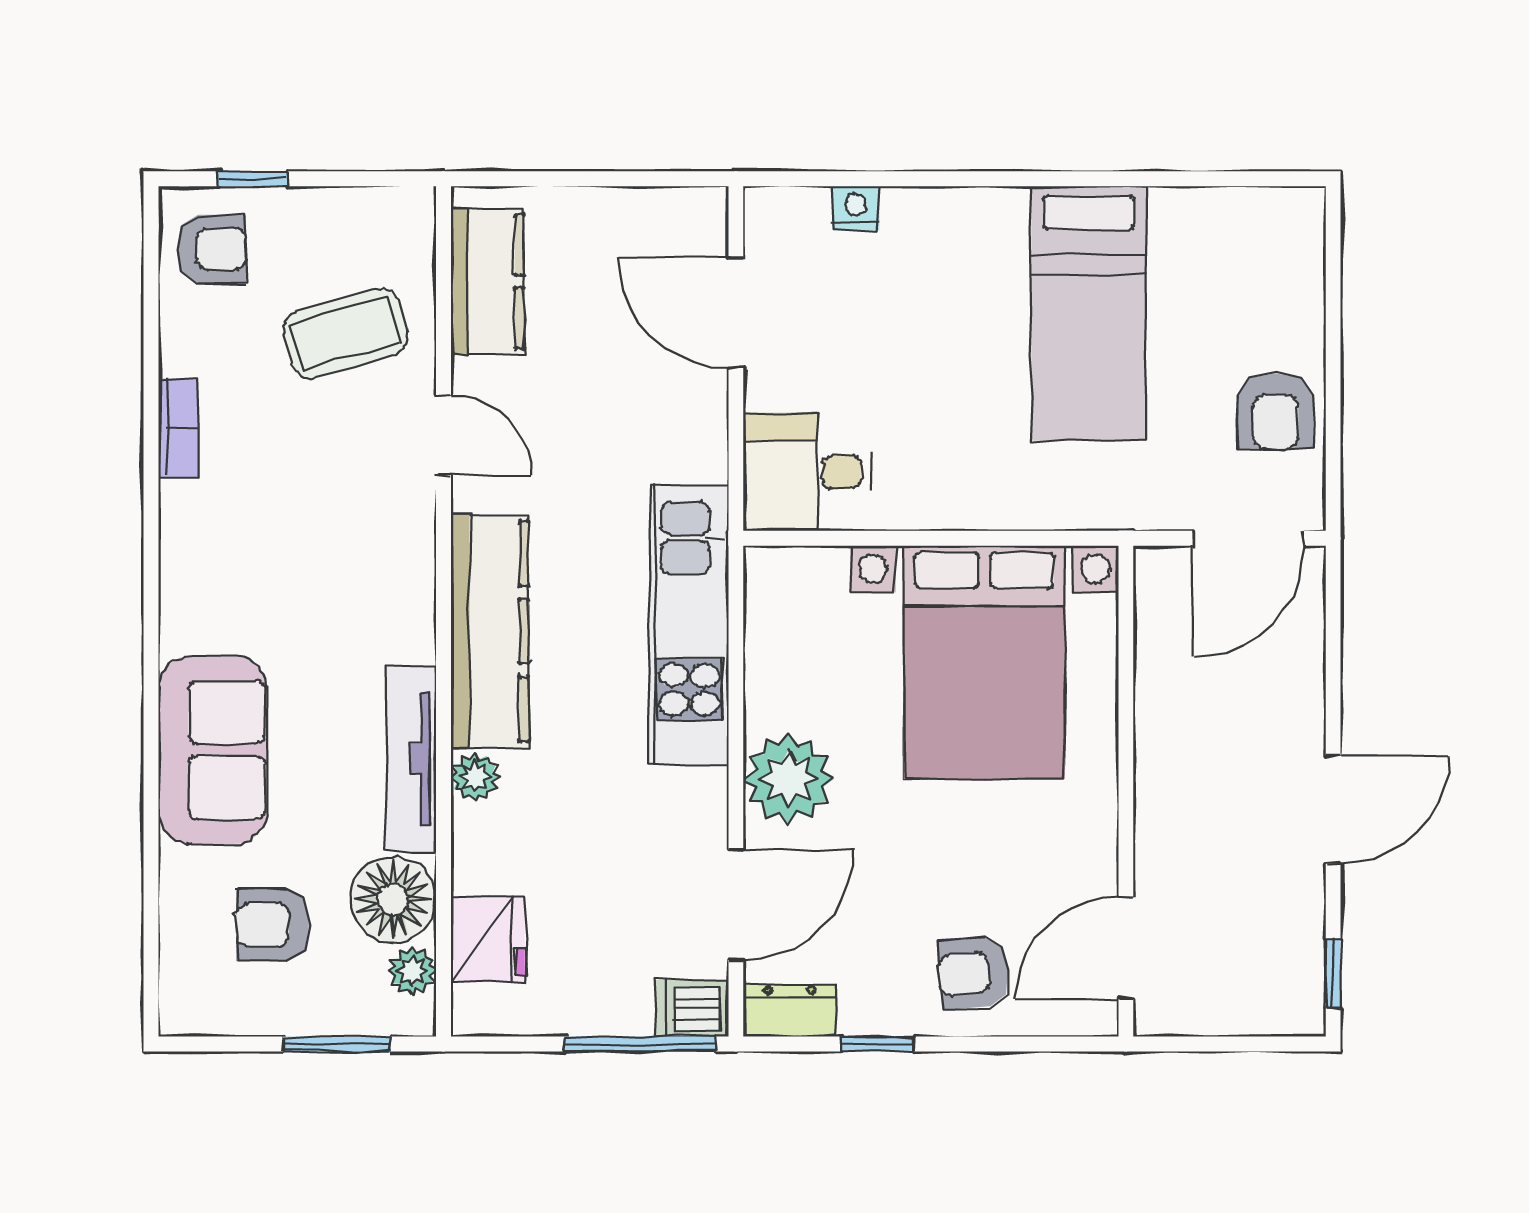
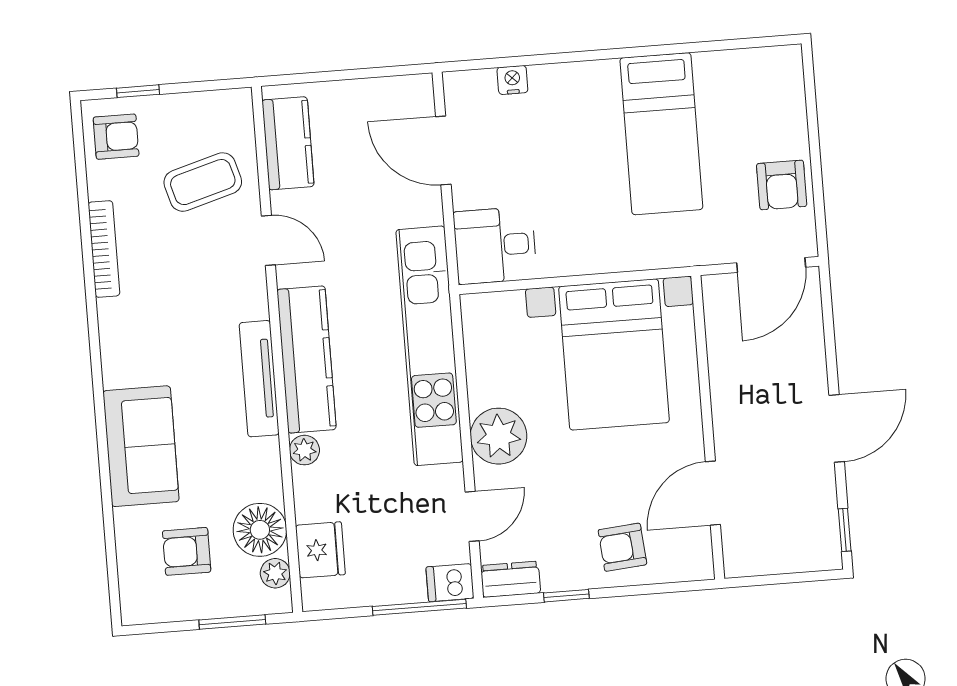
bookcase: (178, 428) -> (104, 249), width x1.56
kitchen unit: (689, 625) -> (430, 346), width x1.36
tv unit: (411, 759) -> (259, 379), moved
door: (736, 905) -> (472, 516), width x0.73
door: (1126, 948) -> (713, 493), moved

